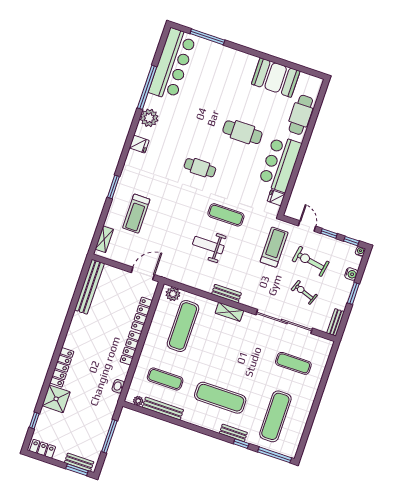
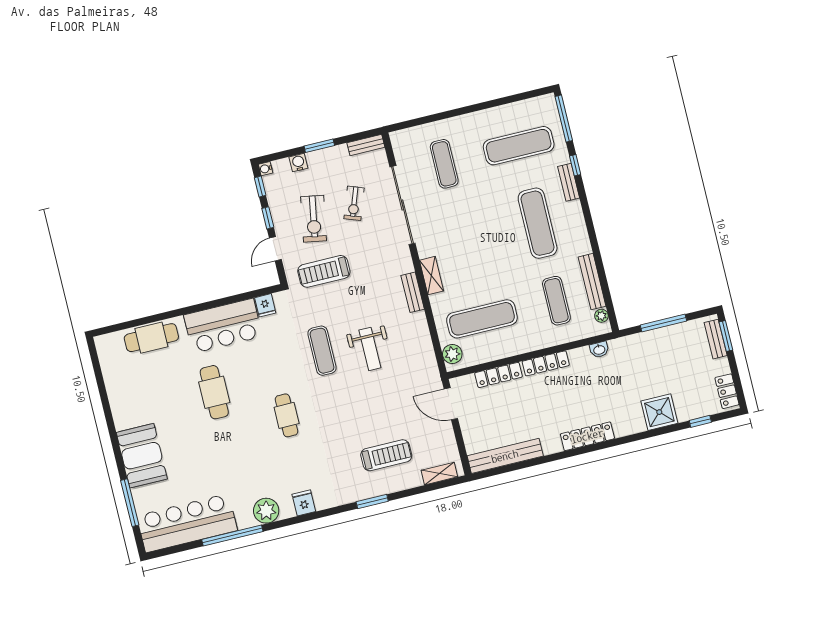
booth: (276, 78) -> (142, 456), moved
locker: (62, 367) -> (587, 436), moved

